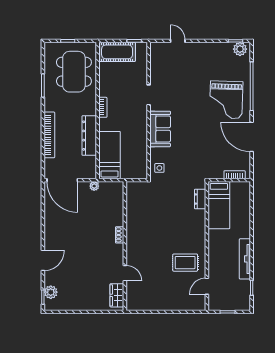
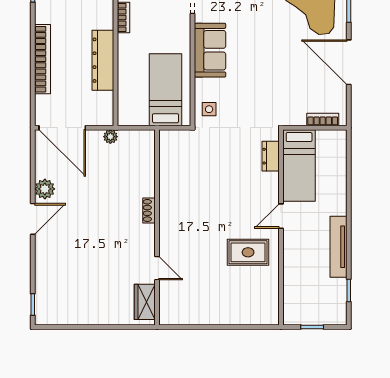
bed: (110, 155) -> (165, 90), moved
door: (43, 260) -> (33, 219), moved
door: (207, 286) -> (281, 216), moved
plant: (51, 292) -> (45, 189), moved

